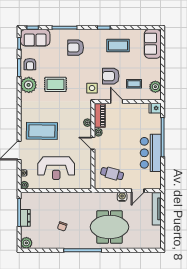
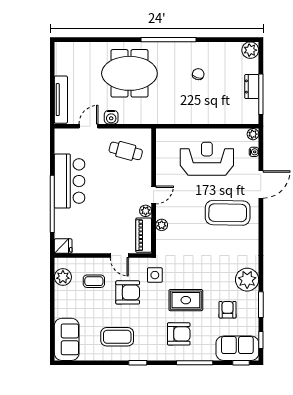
armchair: (30, 64) -> (228, 310), moved
rug: (56, 84) -> (186, 300), moved
door: (93, 143) -> (154, 195), hinge flipped

